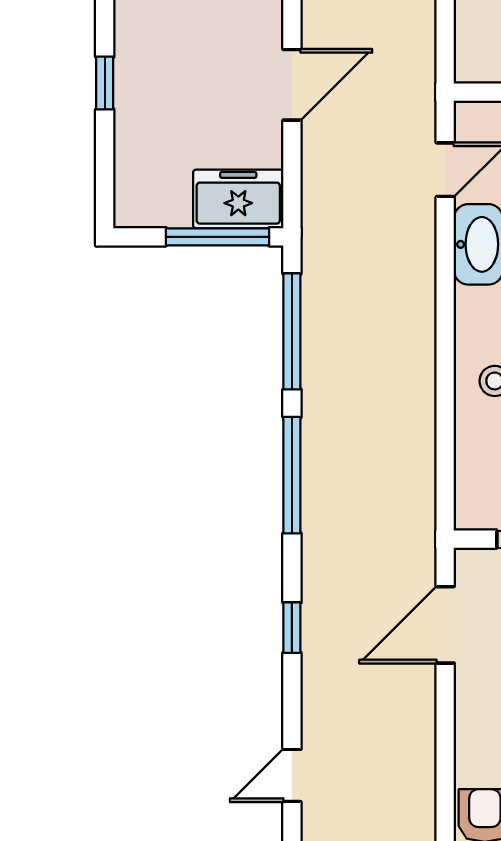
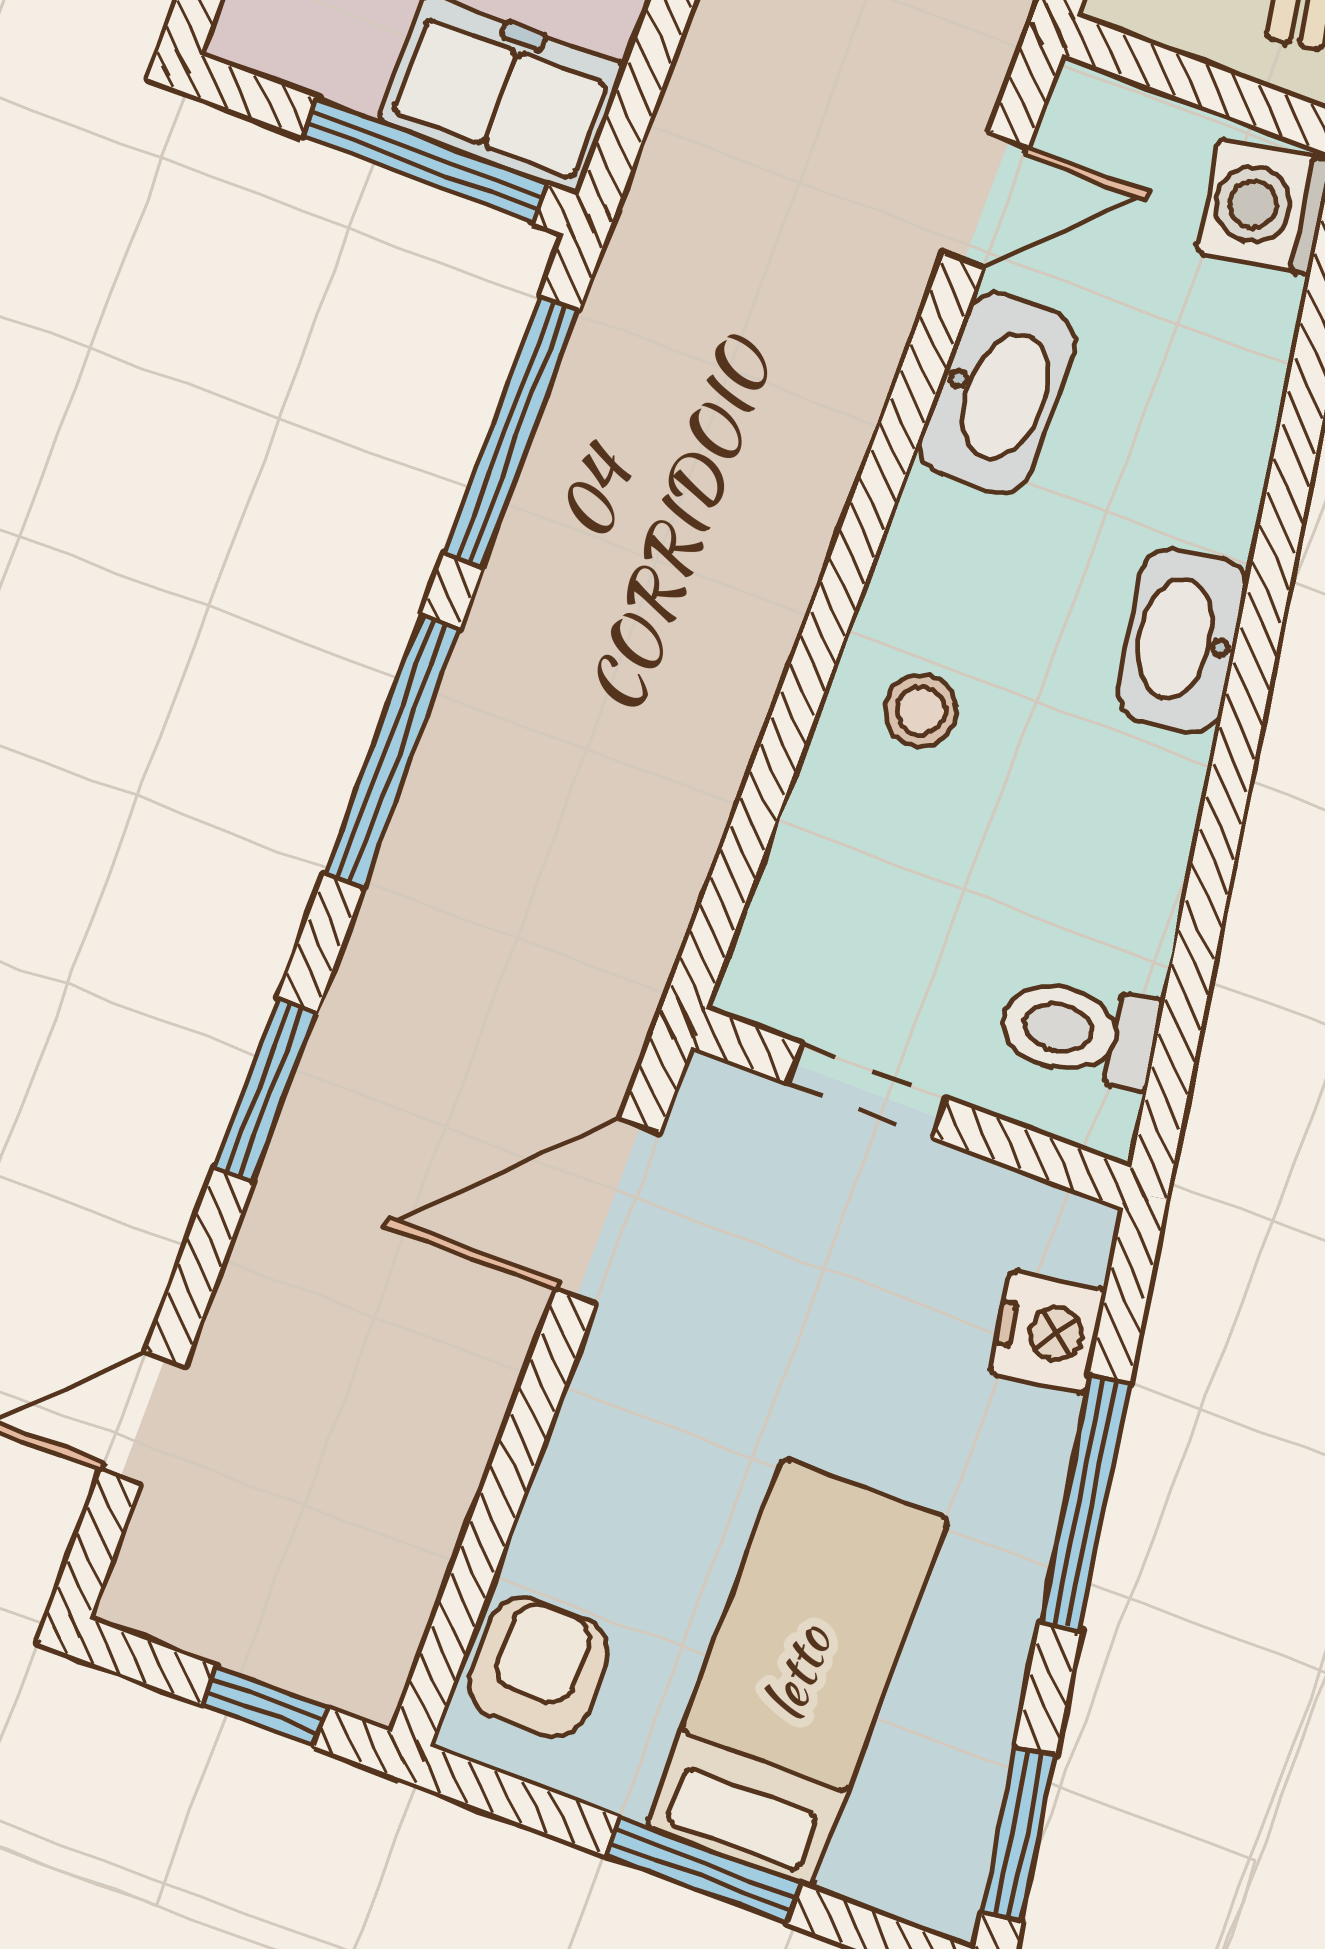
window: (292, 628) -> (265, 1090), width x1.50

